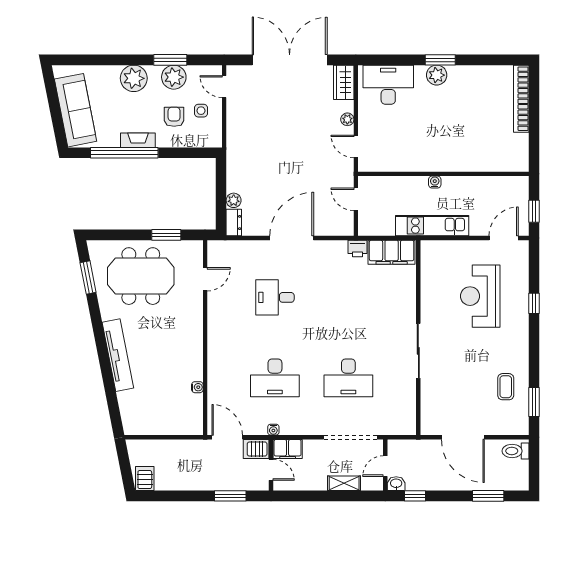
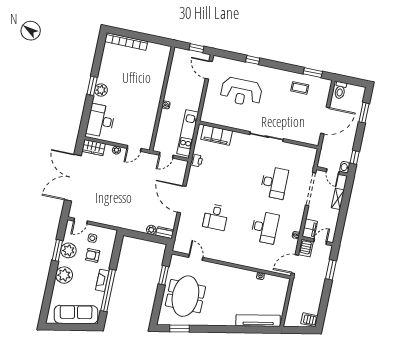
kitchen unit: (432, 226) -> (188, 133), moved
filing cabinet: (392, 252) -> (217, 135), moved, turned 90
tv unit: (118, 355) -> (258, 321), moved

